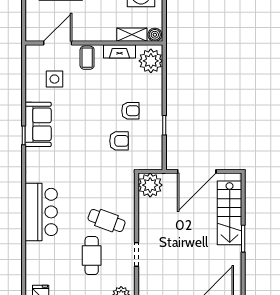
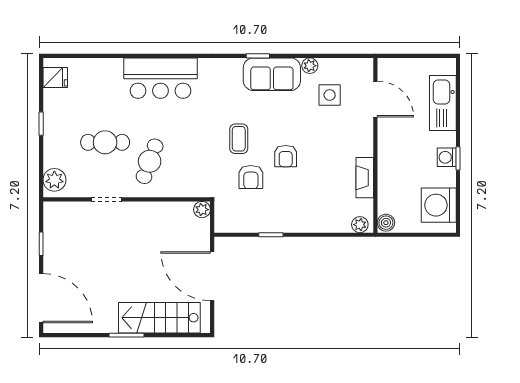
shelving: (132, 35) -> (386, 193), removed
coffee table: (87, 58) -> (239, 139), moved, turned 90
plant: (151, 61) -> (360, 225), width x0.53, depth x0.53
plant: (31, 95) -> (310, 66), added
armchair: (130, 111) -> (286, 156), moved
plant: (150, 185) -> (202, 210), width x0.53, depth x0.53

